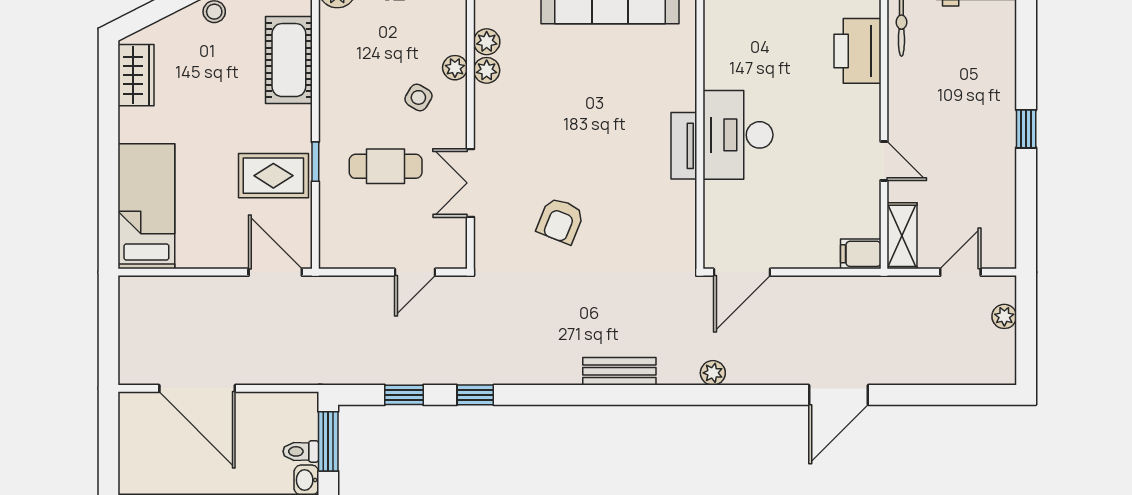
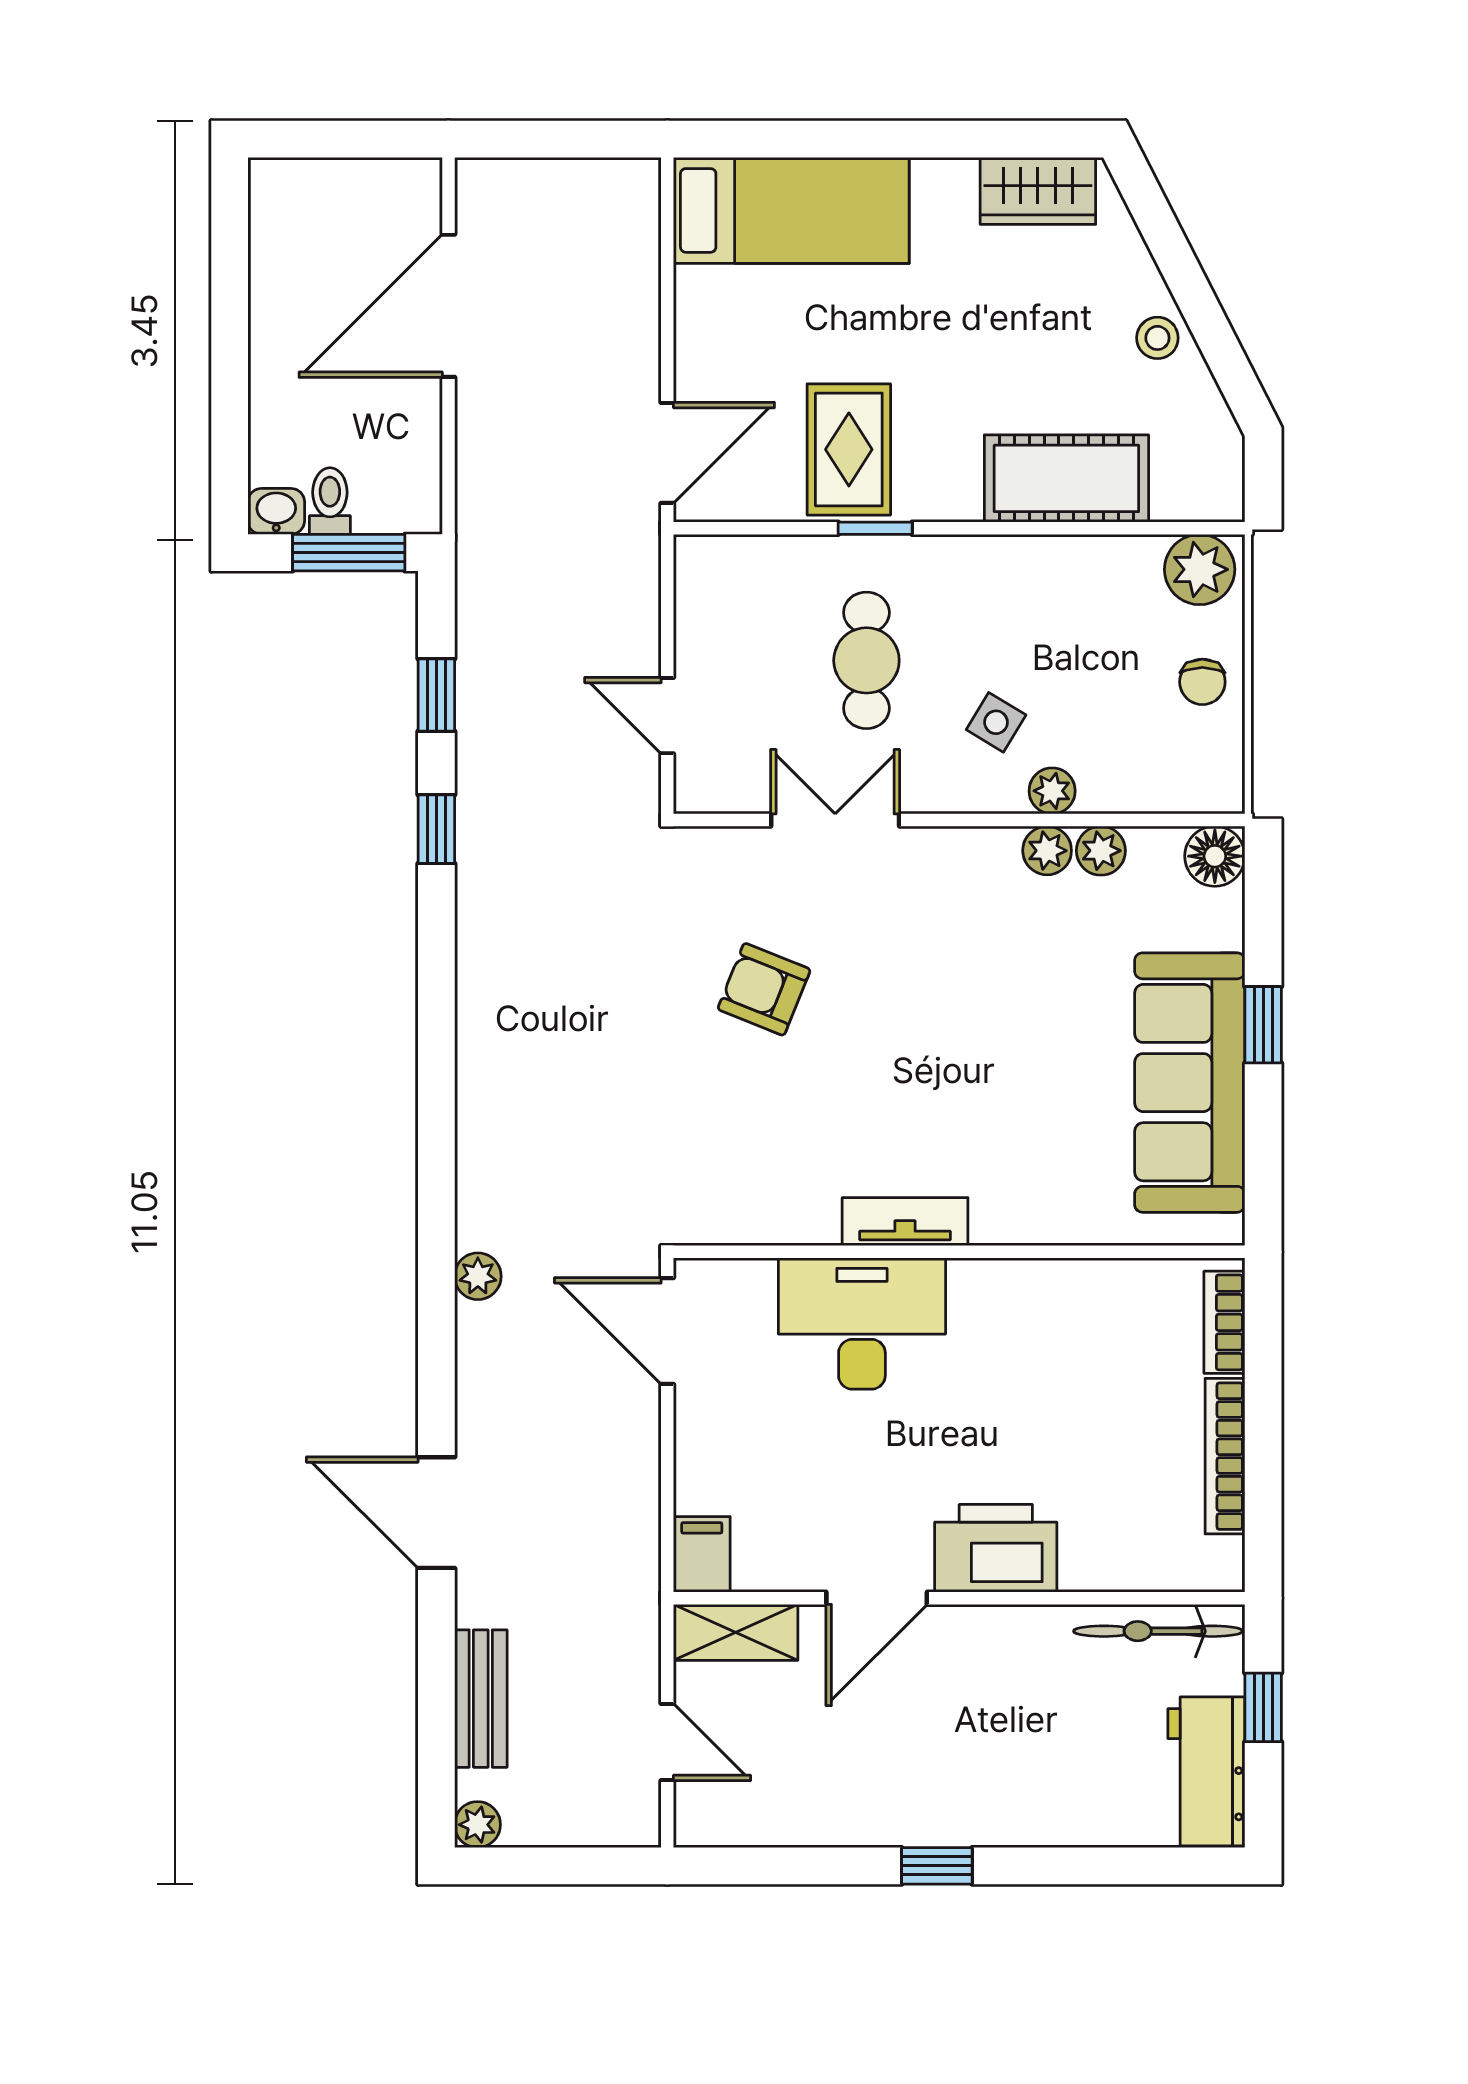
printer: (857, 51) -> (996, 1548), moved
desk: (738, 135) -> (862, 1324), moved
door: (884, 161) -> (877, 1598), width x1.38
plant: (1004, 316) -> (477, 1825), moved
bench: (619, 371) -> (481, 1699), moved

